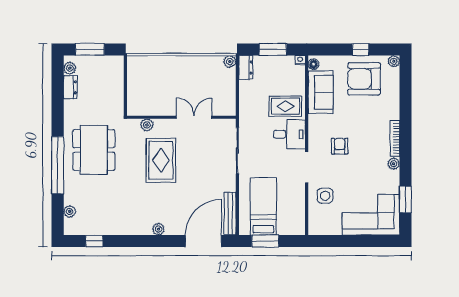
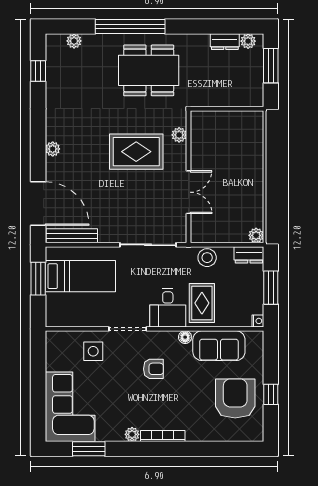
plant: (394, 61) -> (257, 435), removed
floor lamp: (314, 64) -> (185, 337), moved
stool: (248, 102) -> (207, 258), added

